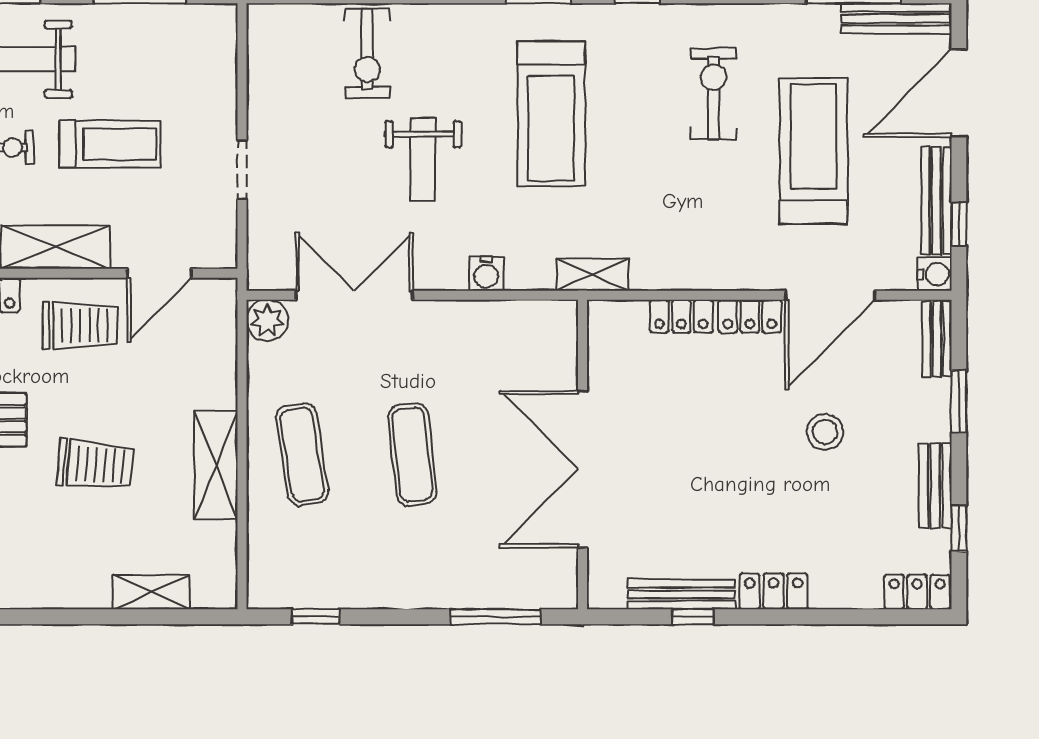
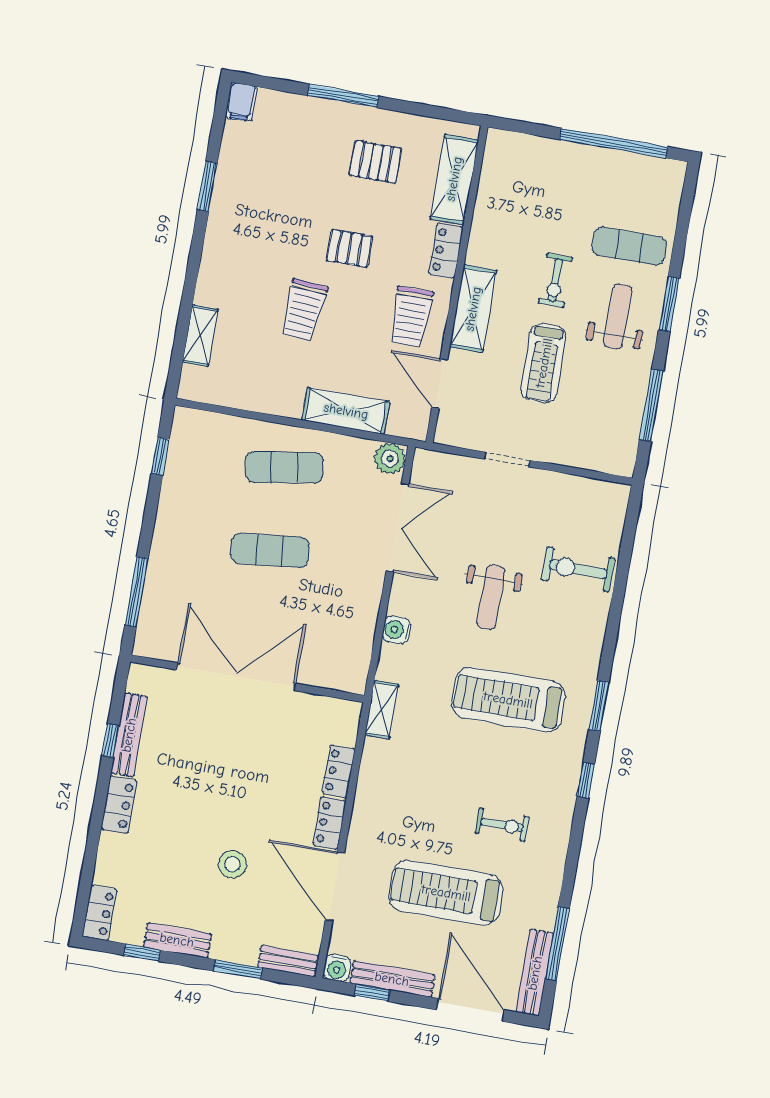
exercise bike: (714, 94) -> (502, 825), width x0.73, depth x0.72
treadmill: (814, 151) -> (446, 893), turned 180
weight bench: (423, 159) -> (491, 597), turned -90
shelving: (216, 465) -> (346, 411), moved

